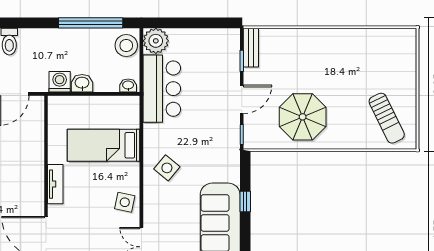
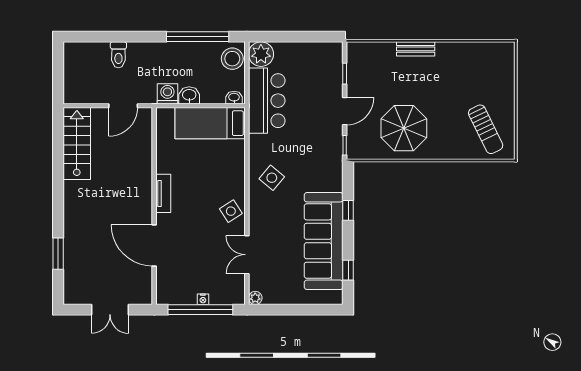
bench: (251, 48) -> (416, 49), moved, turned 90
bed: (103, 145) -> (210, 123), moved
side table: (125, 202) -> (231, 211), turned 45

